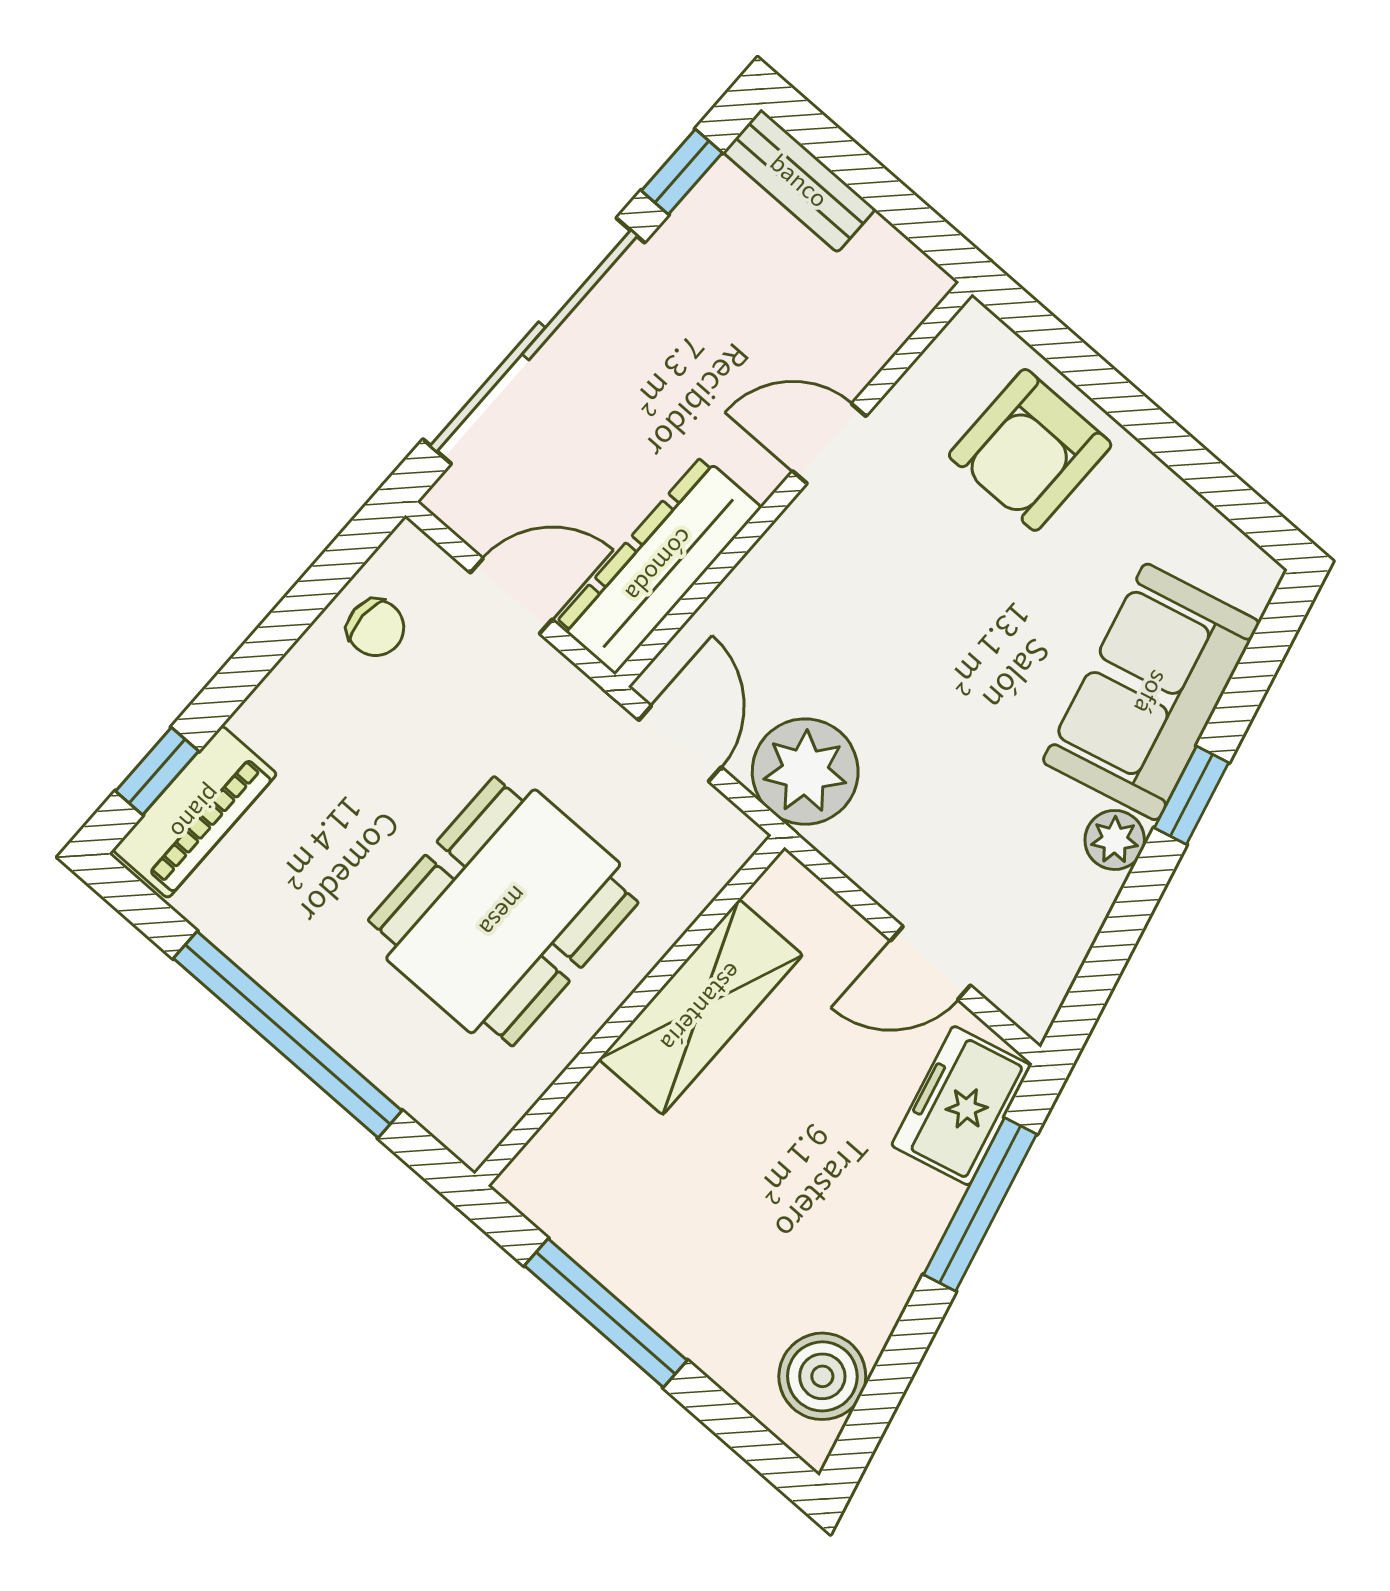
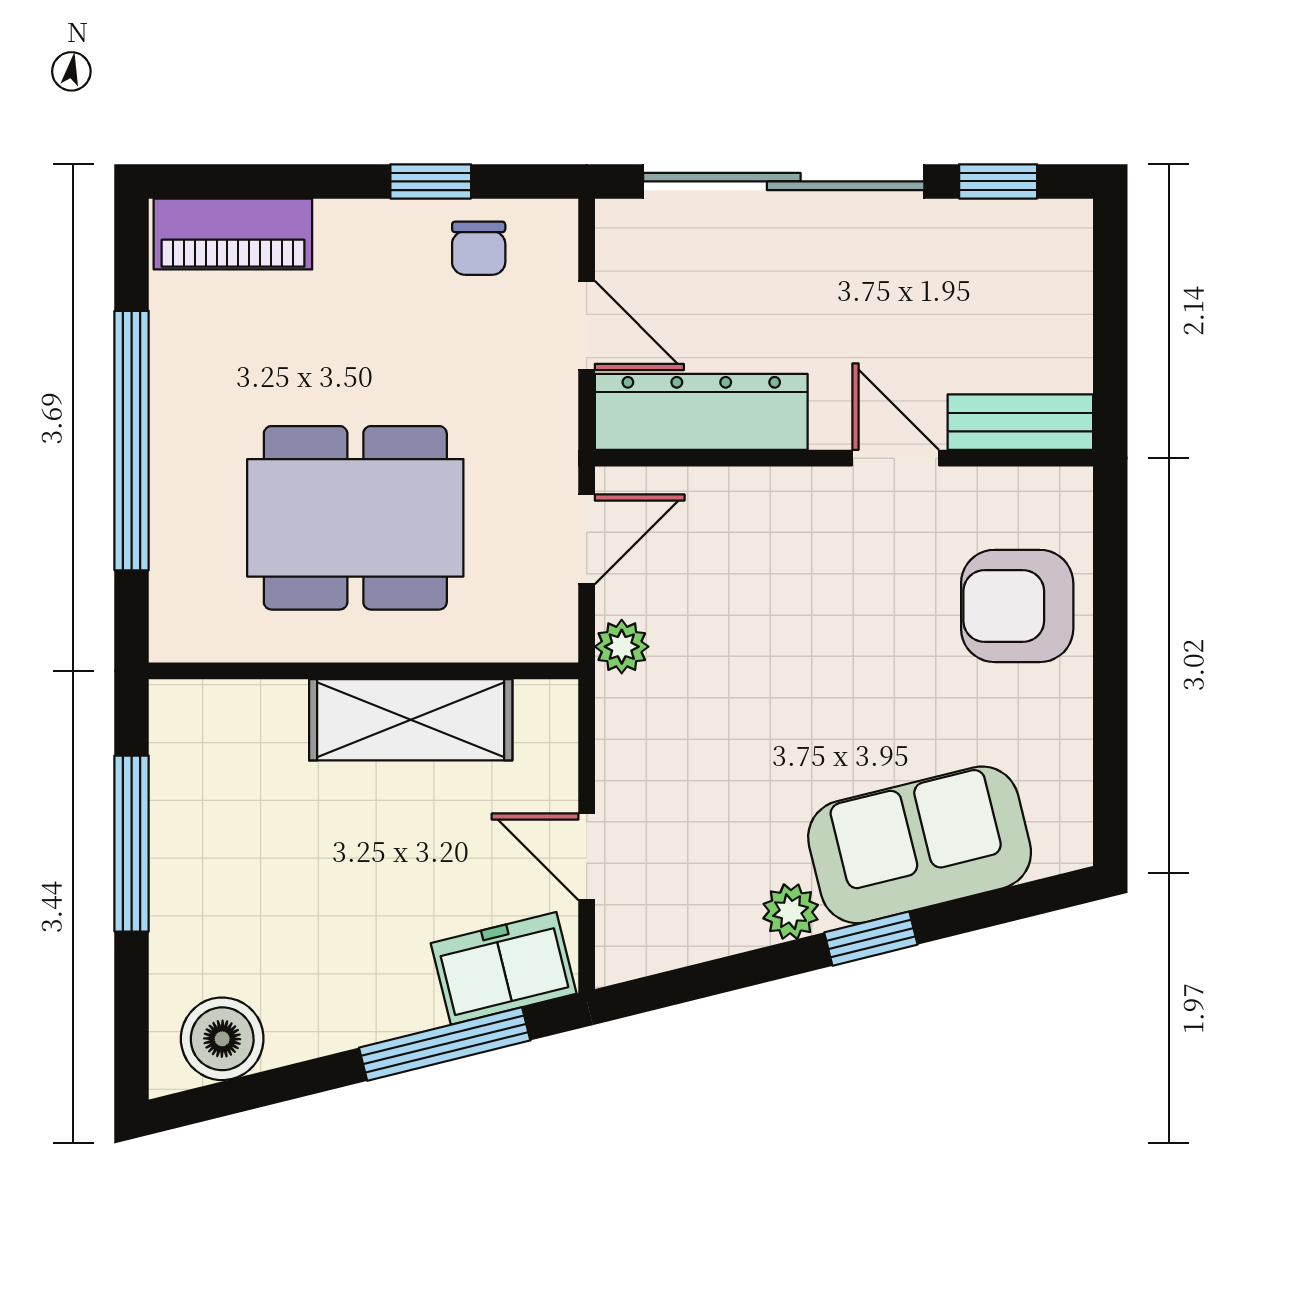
bench: (799, 181) -> (1020, 422), moved, turned 90
window: (157, 771) -> (431, 181), moved
plant: (805, 772) -> (622, 647), width x0.53, depth x0.53

